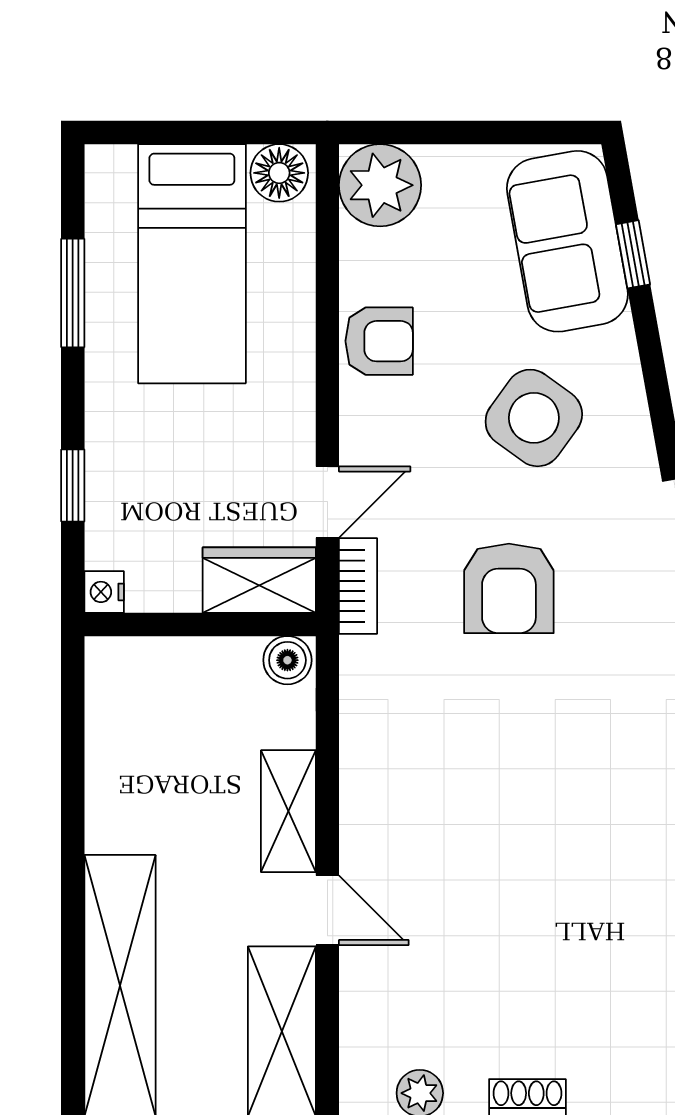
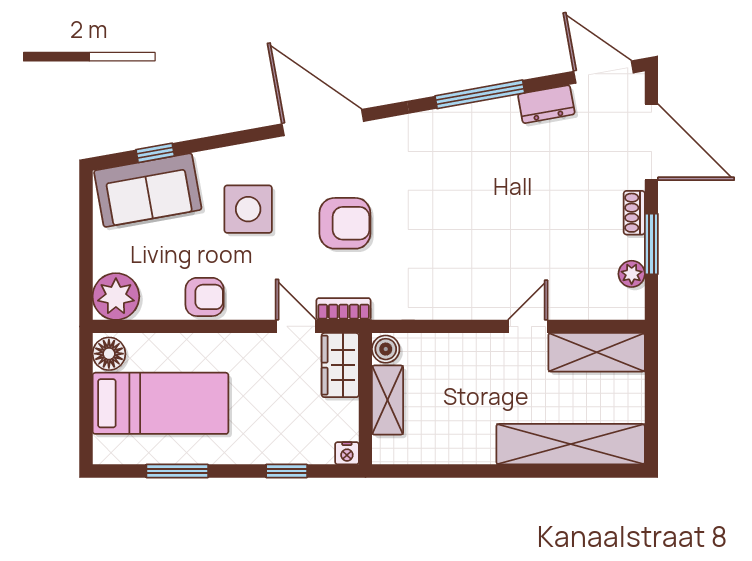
armchair: (379, 341) -> (205, 297), turned 90
side table: (534, 418) -> (248, 209), turned -36
shelving: (288, 811) -> (388, 400), moved, turned 90

